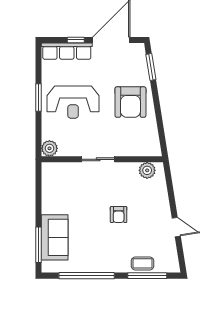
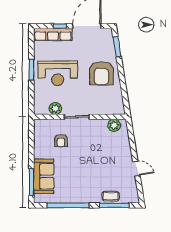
plant: (49, 148) -> (55, 109), moved
armchair: (119, 215) -> (61, 141), moved

